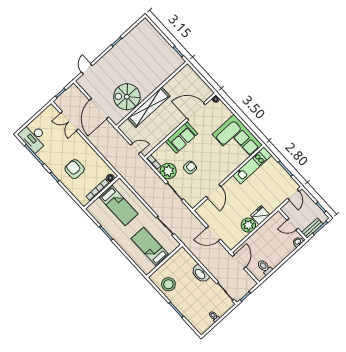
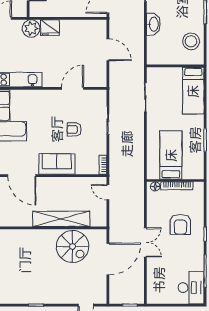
double door: (69, 121) -> (145, 242), moved
plant: (168, 171) -> (97, 145), removed
plant: (248, 225) -> (31, 28), moved
bed: (150, 247) -> (193, 91), moved

